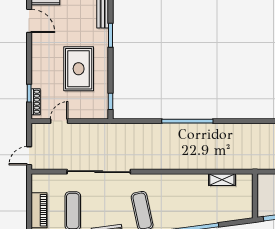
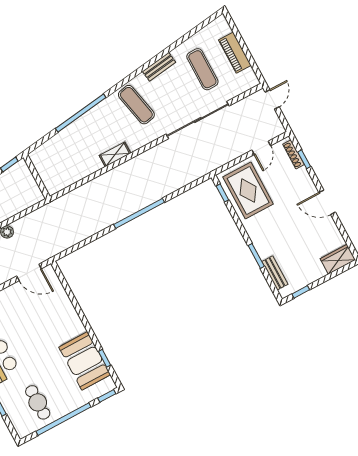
door: (29, 21) -> (327, 202), moved
rug: (79, 69) -> (248, 191), moved
shelving: (222, 180) -> (115, 154), moved

